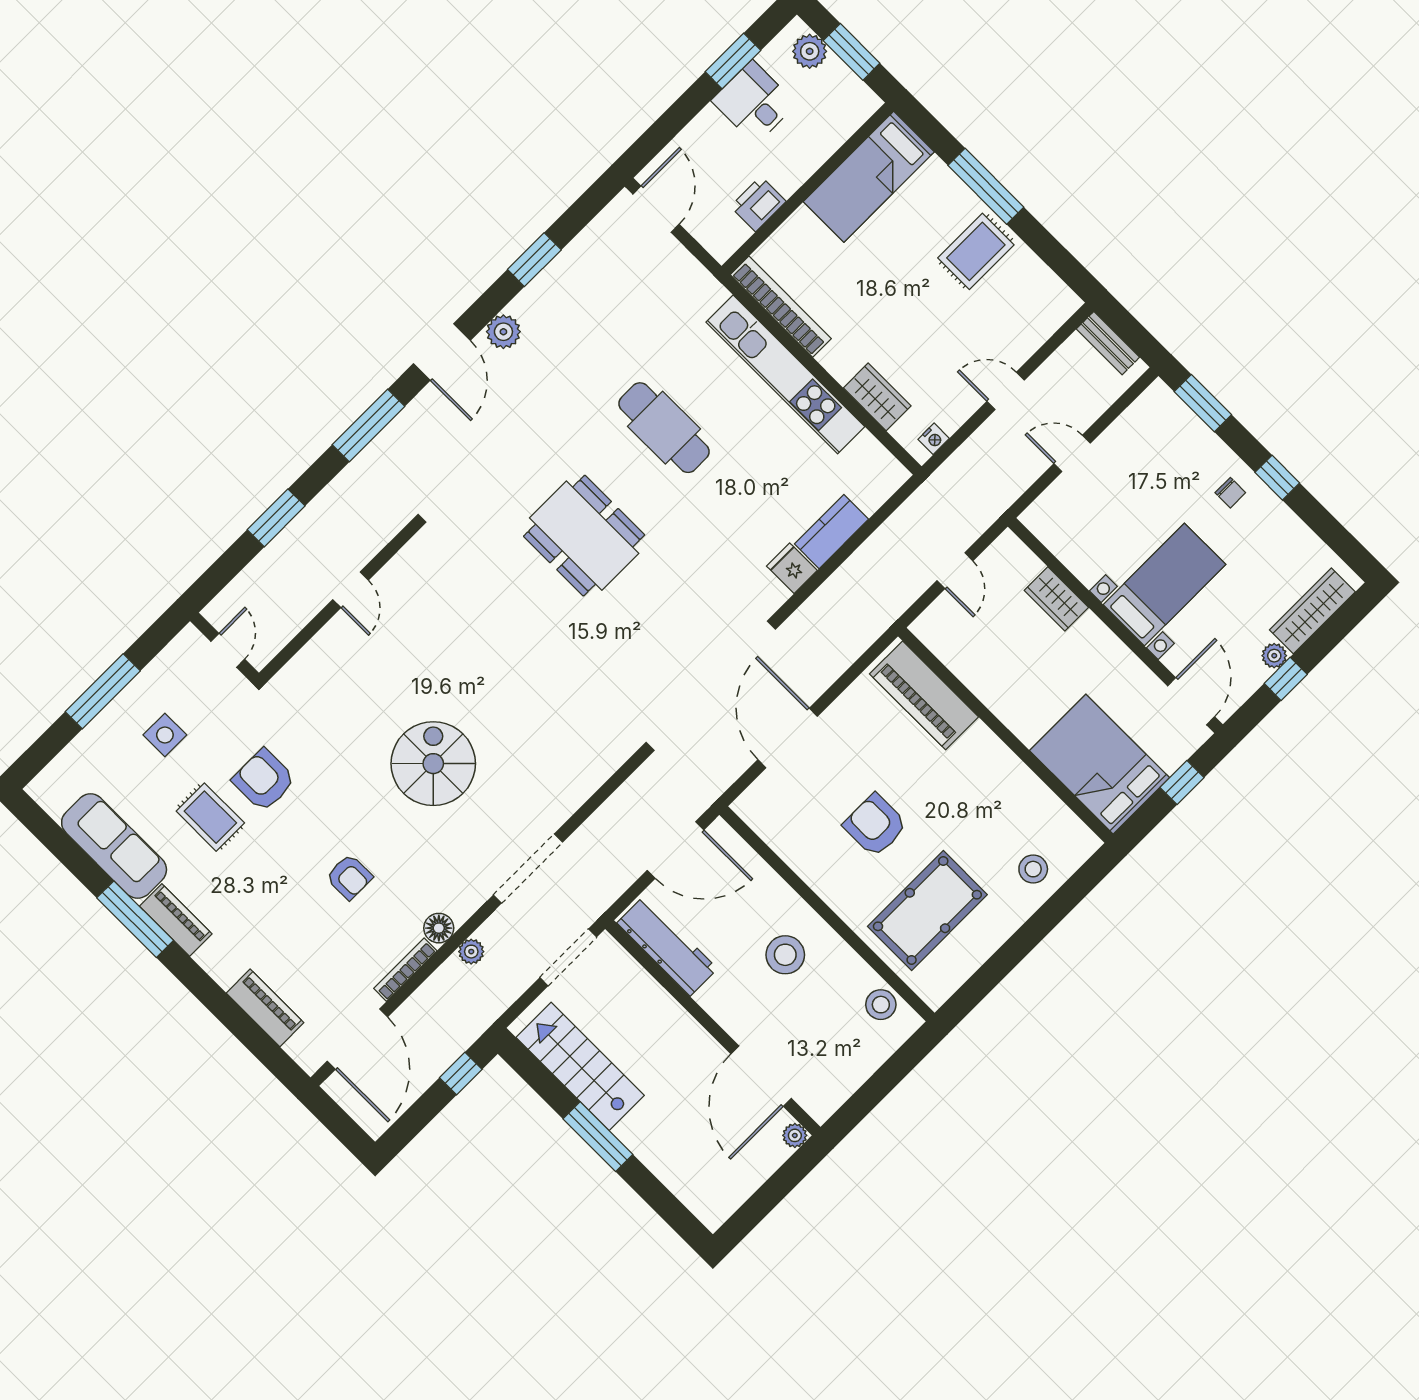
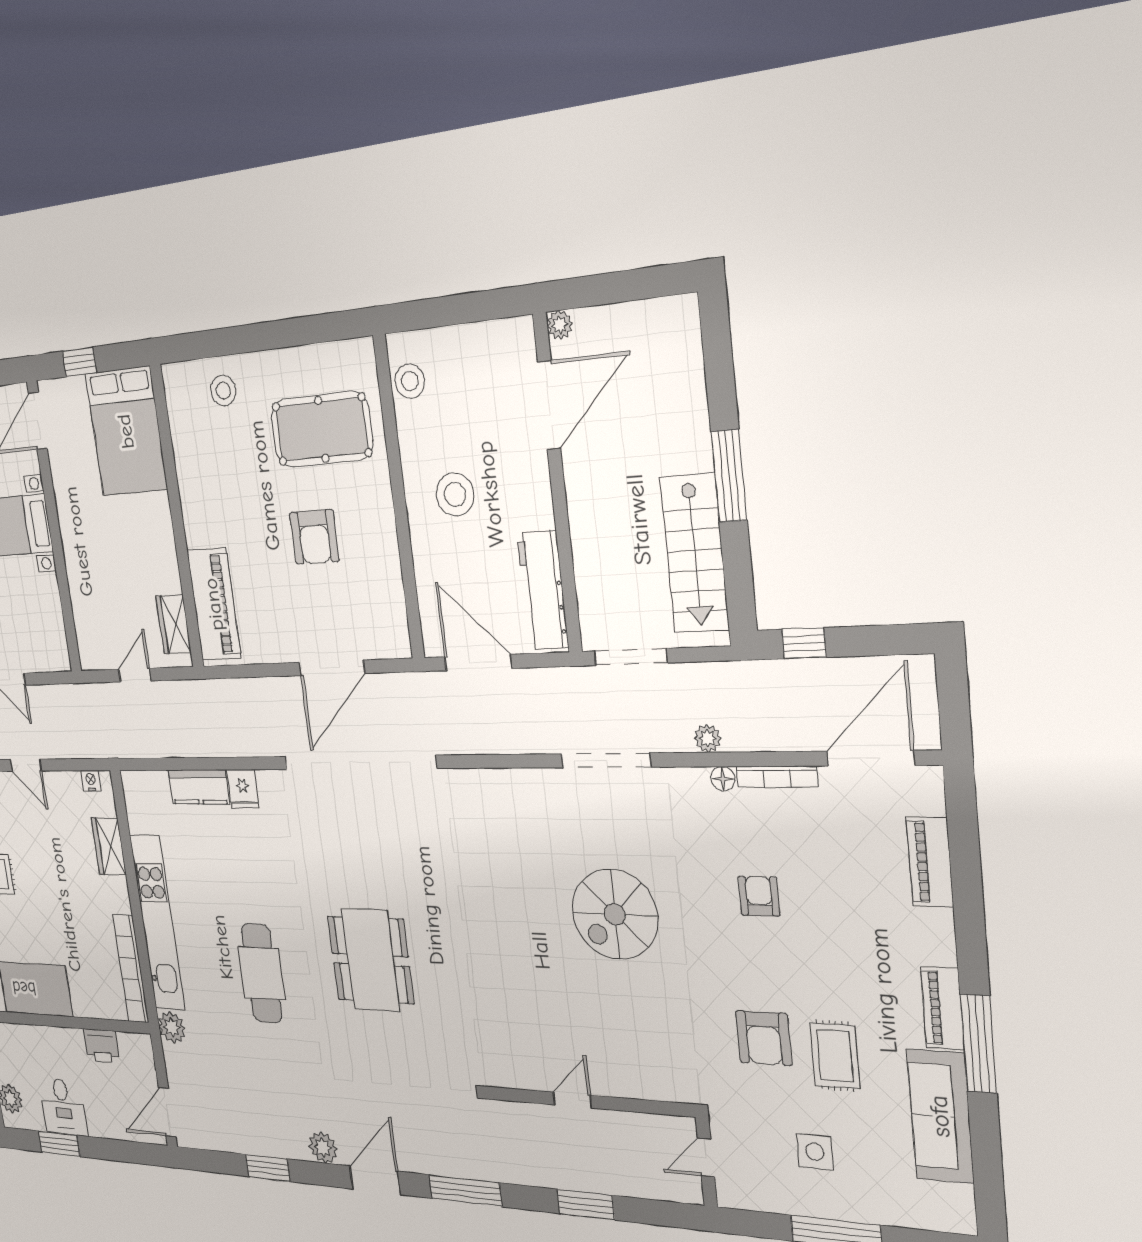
plant: (707, 293) -> (172, 1027), added
wardrobe: (1056, 599) -> (174, 624), moved, turned 180
floor lamp: (439, 928) -> (723, 779), width x0.73, depth x0.73

